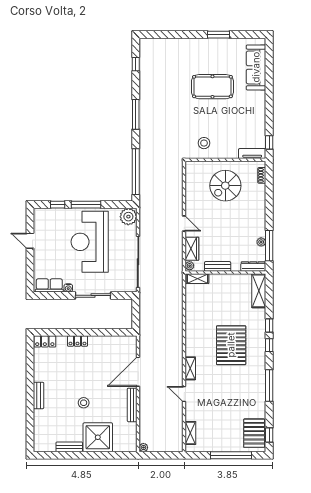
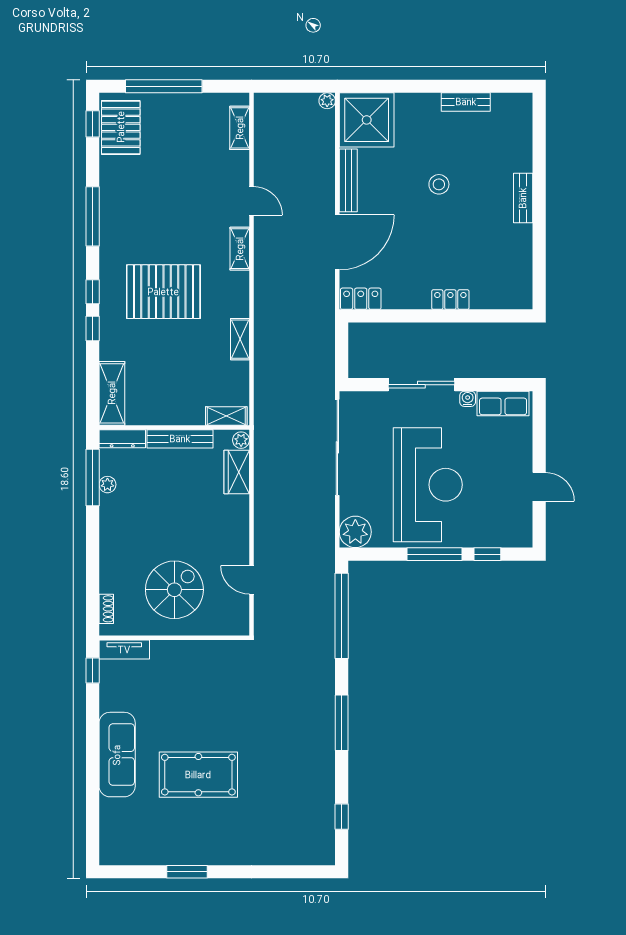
sofa: (256, 67) -> (117, 755), moved
stool: (204, 143) -> (214, 669), removed
door: (184, 224) -> (251, 580), moved
bench: (218, 266) -> (180, 439), width x1.36
shelving: (190, 320) -> (240, 339), added
locker: (45, 341) -> (361, 299), moved
pallet: (231, 345) -> (163, 292), turned 90
shower: (98, 437) -> (367, 120), moved

